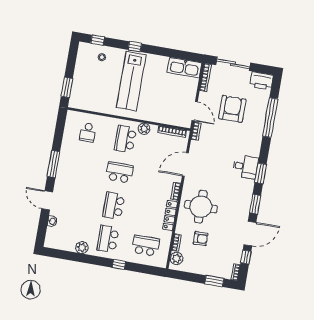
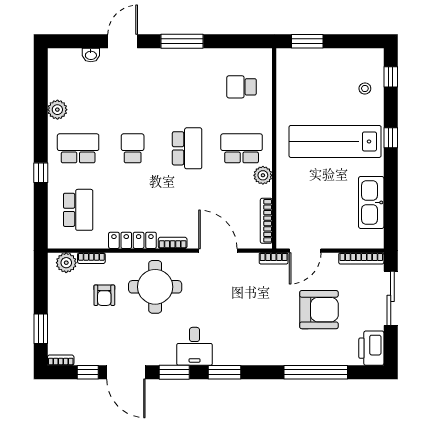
kitchen sink: (185, 68) -> (371, 202), moved
desk: (245, 167) -> (195, 346), moved
school desk: (114, 206) -> (133, 148), width x0.54

